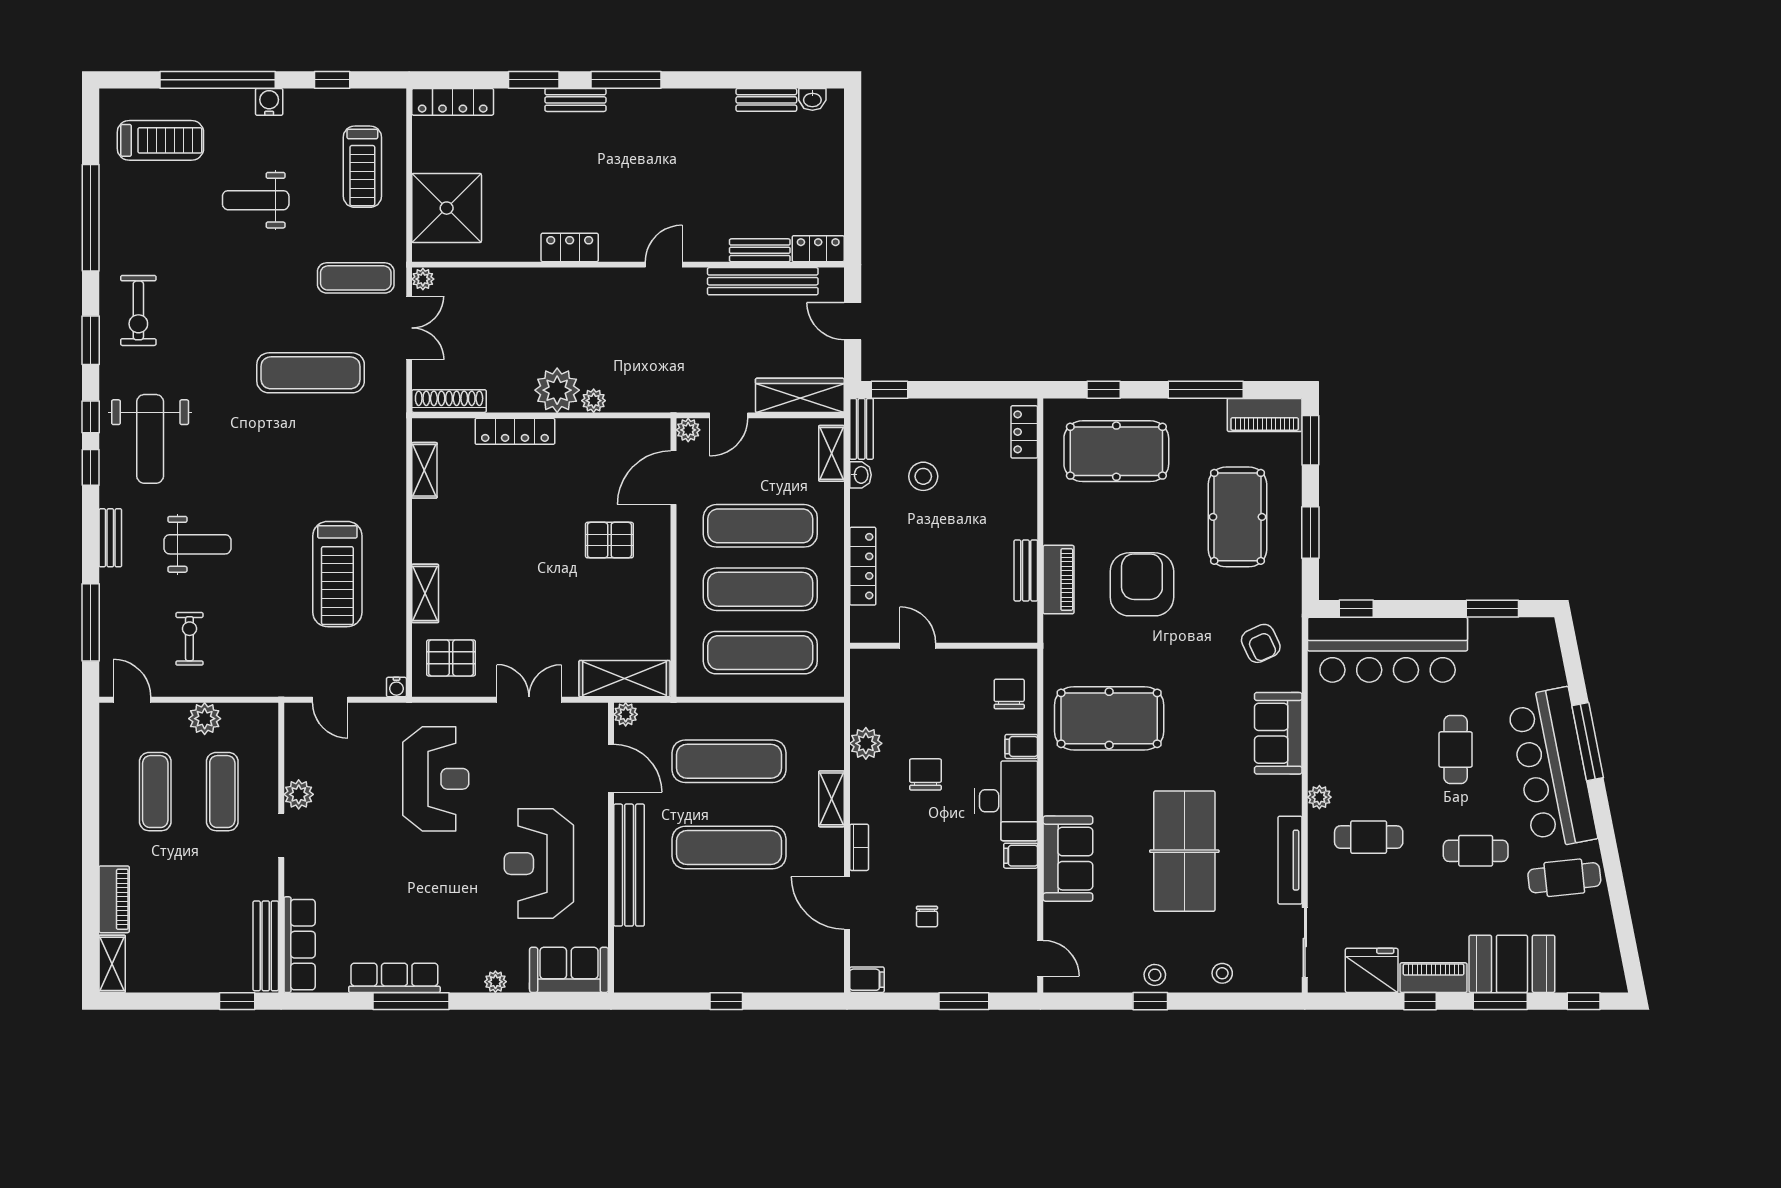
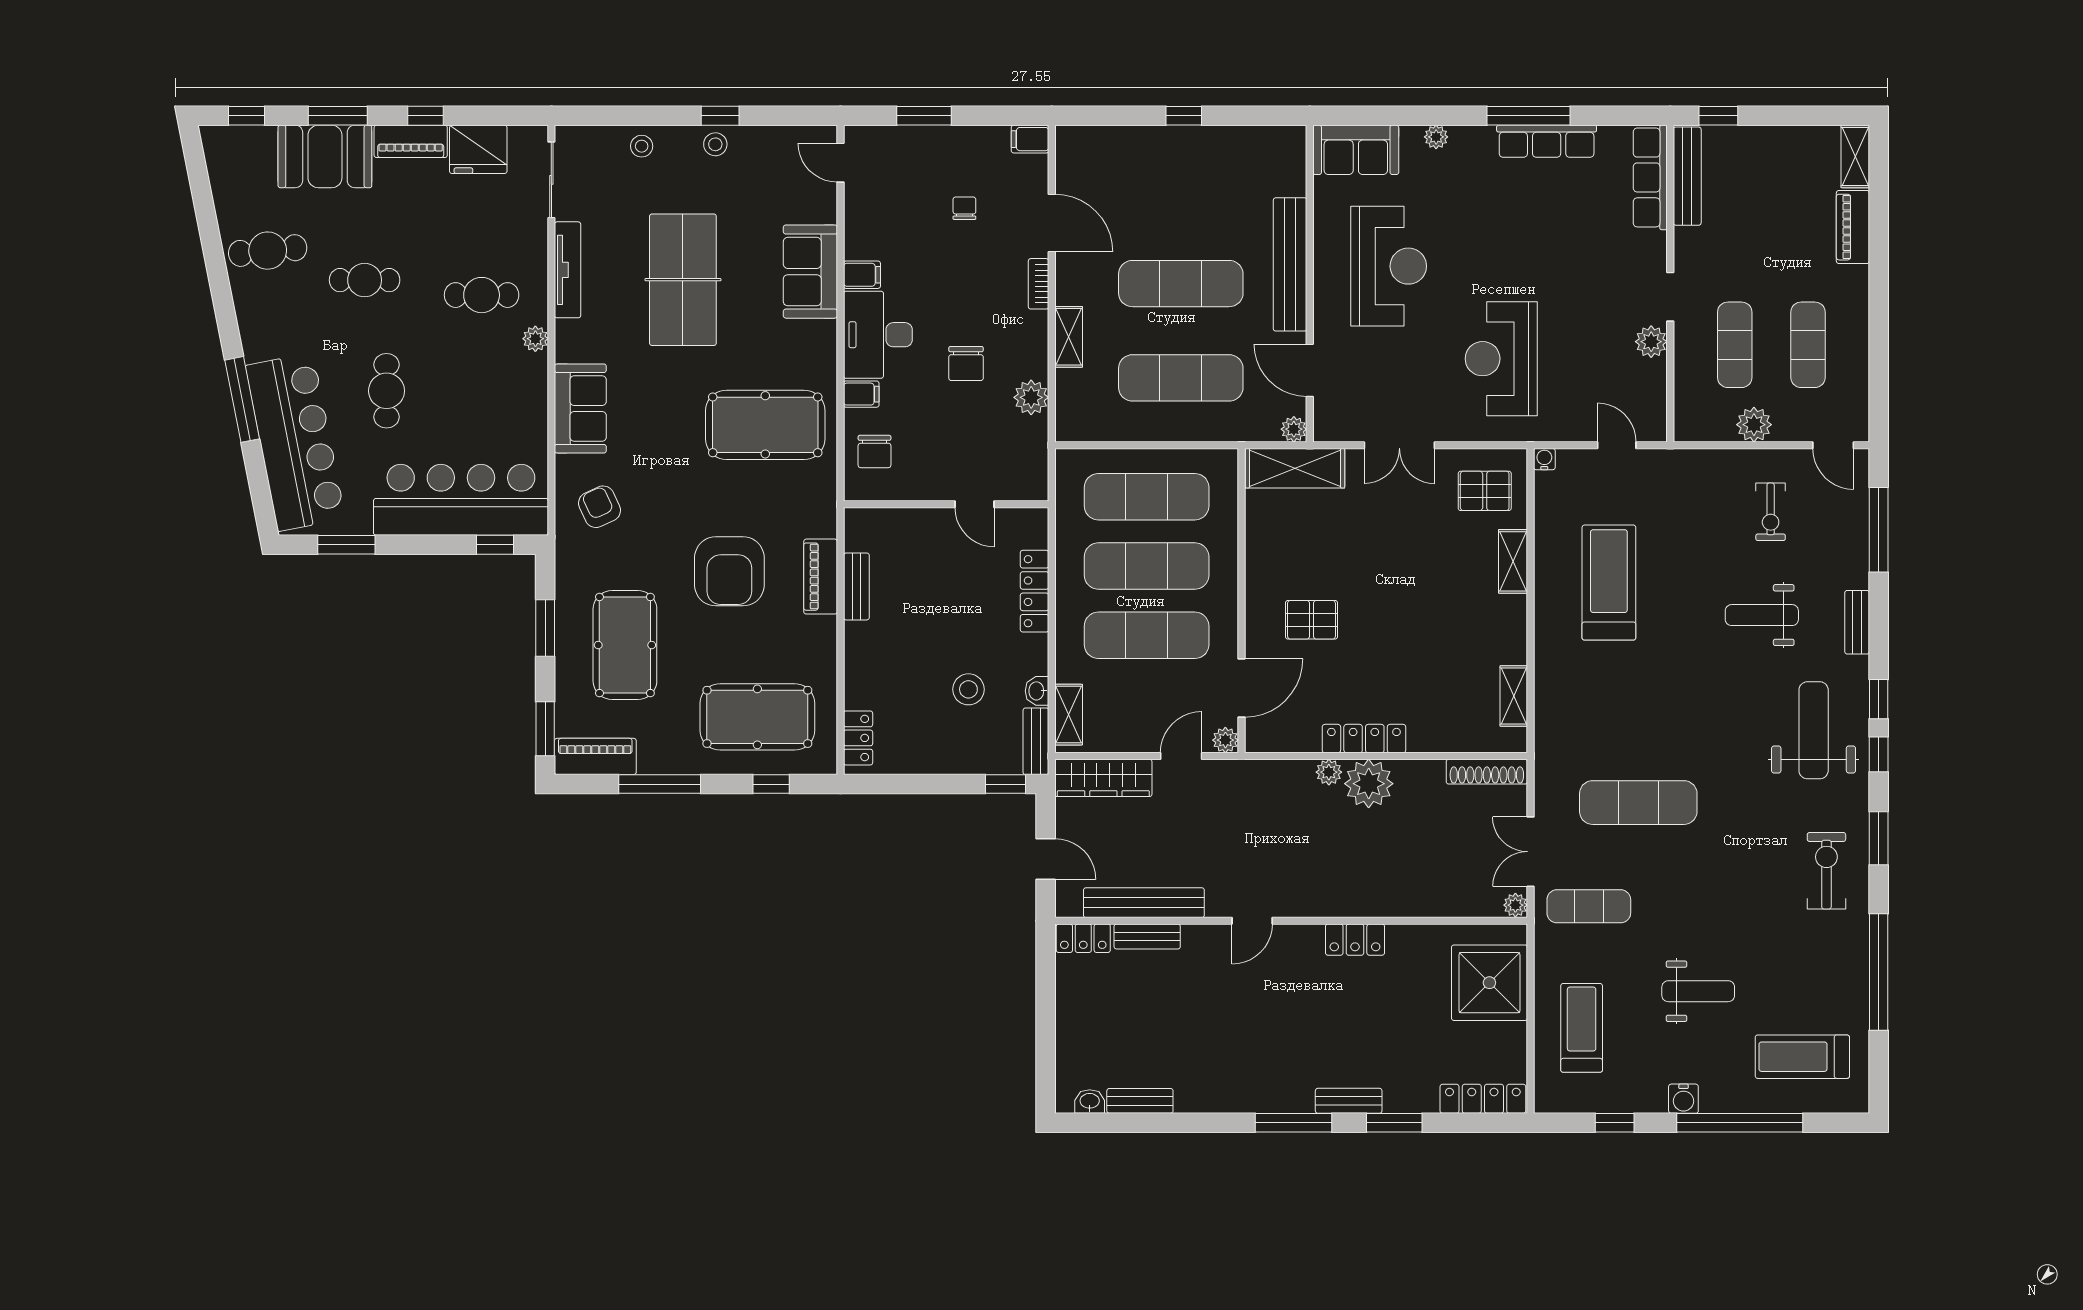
locker: (515, 431) -> (1364, 739), moved
bar counter: (1552, 768) -> (295, 442), moved

